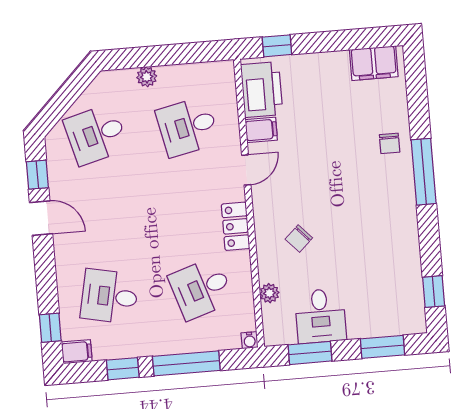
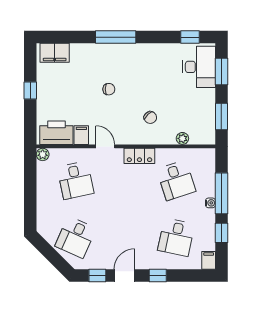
window: (277, 46) -> (30, 90), moved
filing cabinet: (374, 63) -> (55, 53), moved, turned 90
plant: (147, 77) -> (43, 154), moved
desk: (96, 134) -> (76, 237), turned 39
chair: (390, 143) -> (109, 89), moved
desk: (320, 316) -> (199, 67), moved, width x1.37
window: (50, 328) -> (158, 275), moved
water cooler: (250, 340) -> (210, 203), moved

